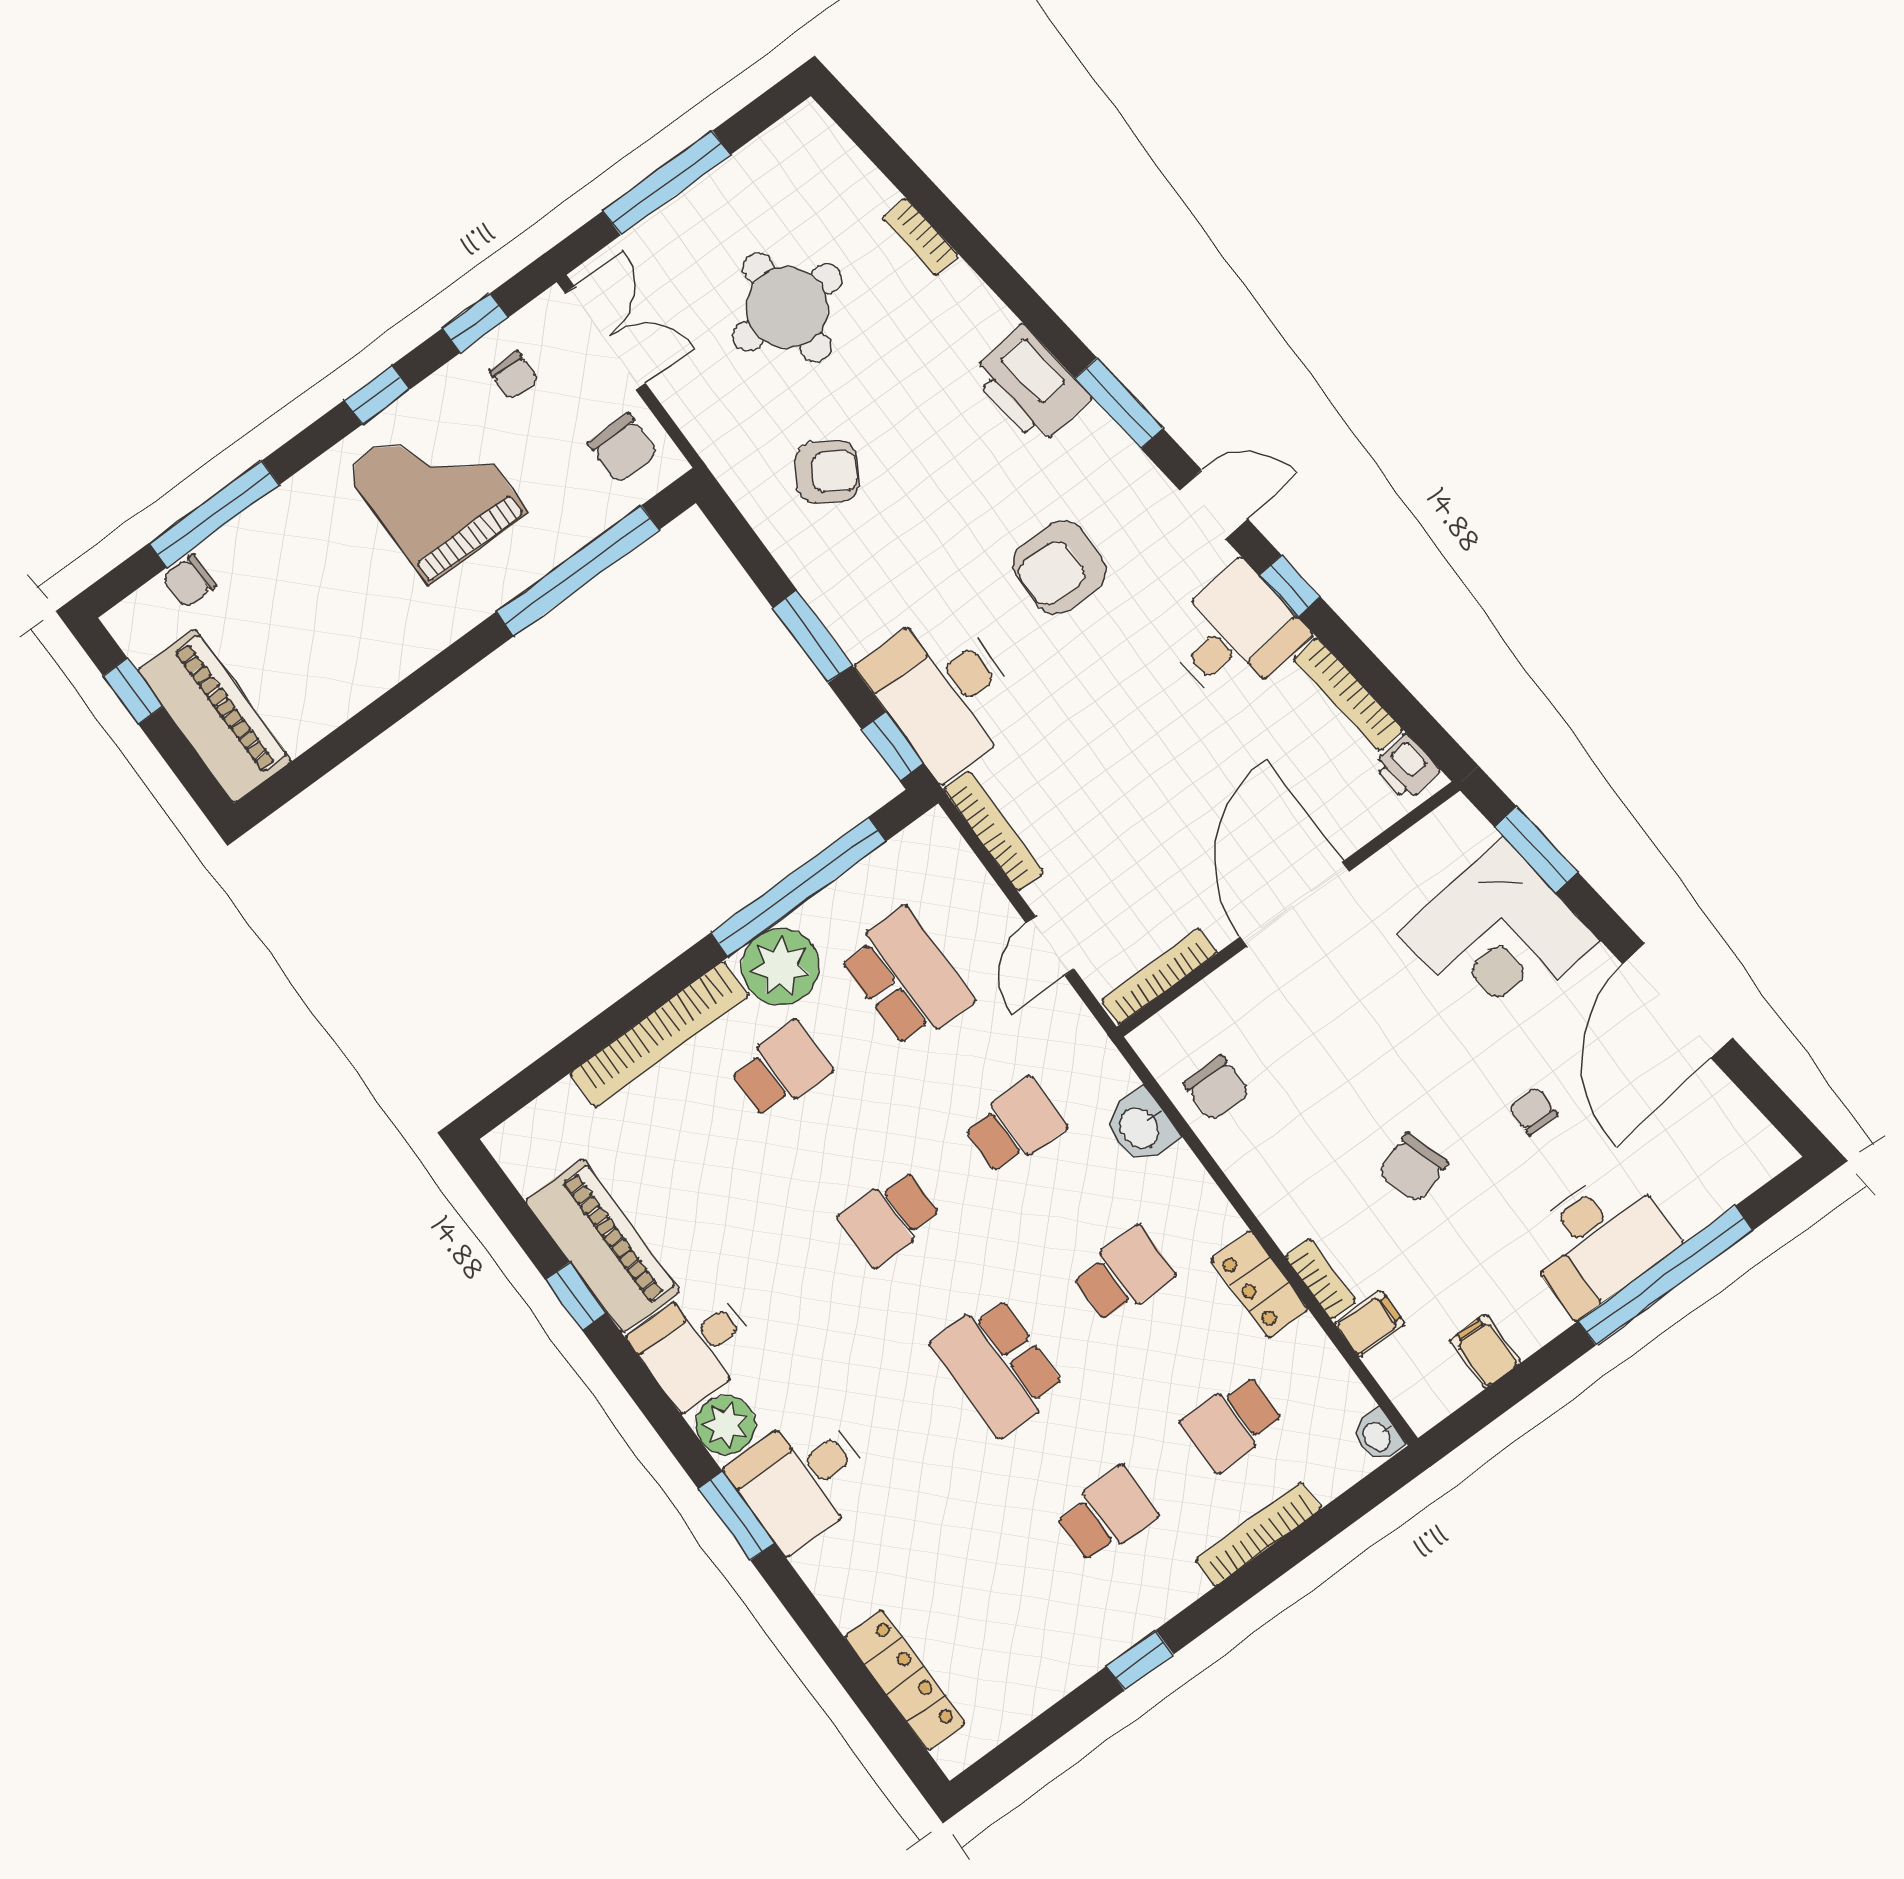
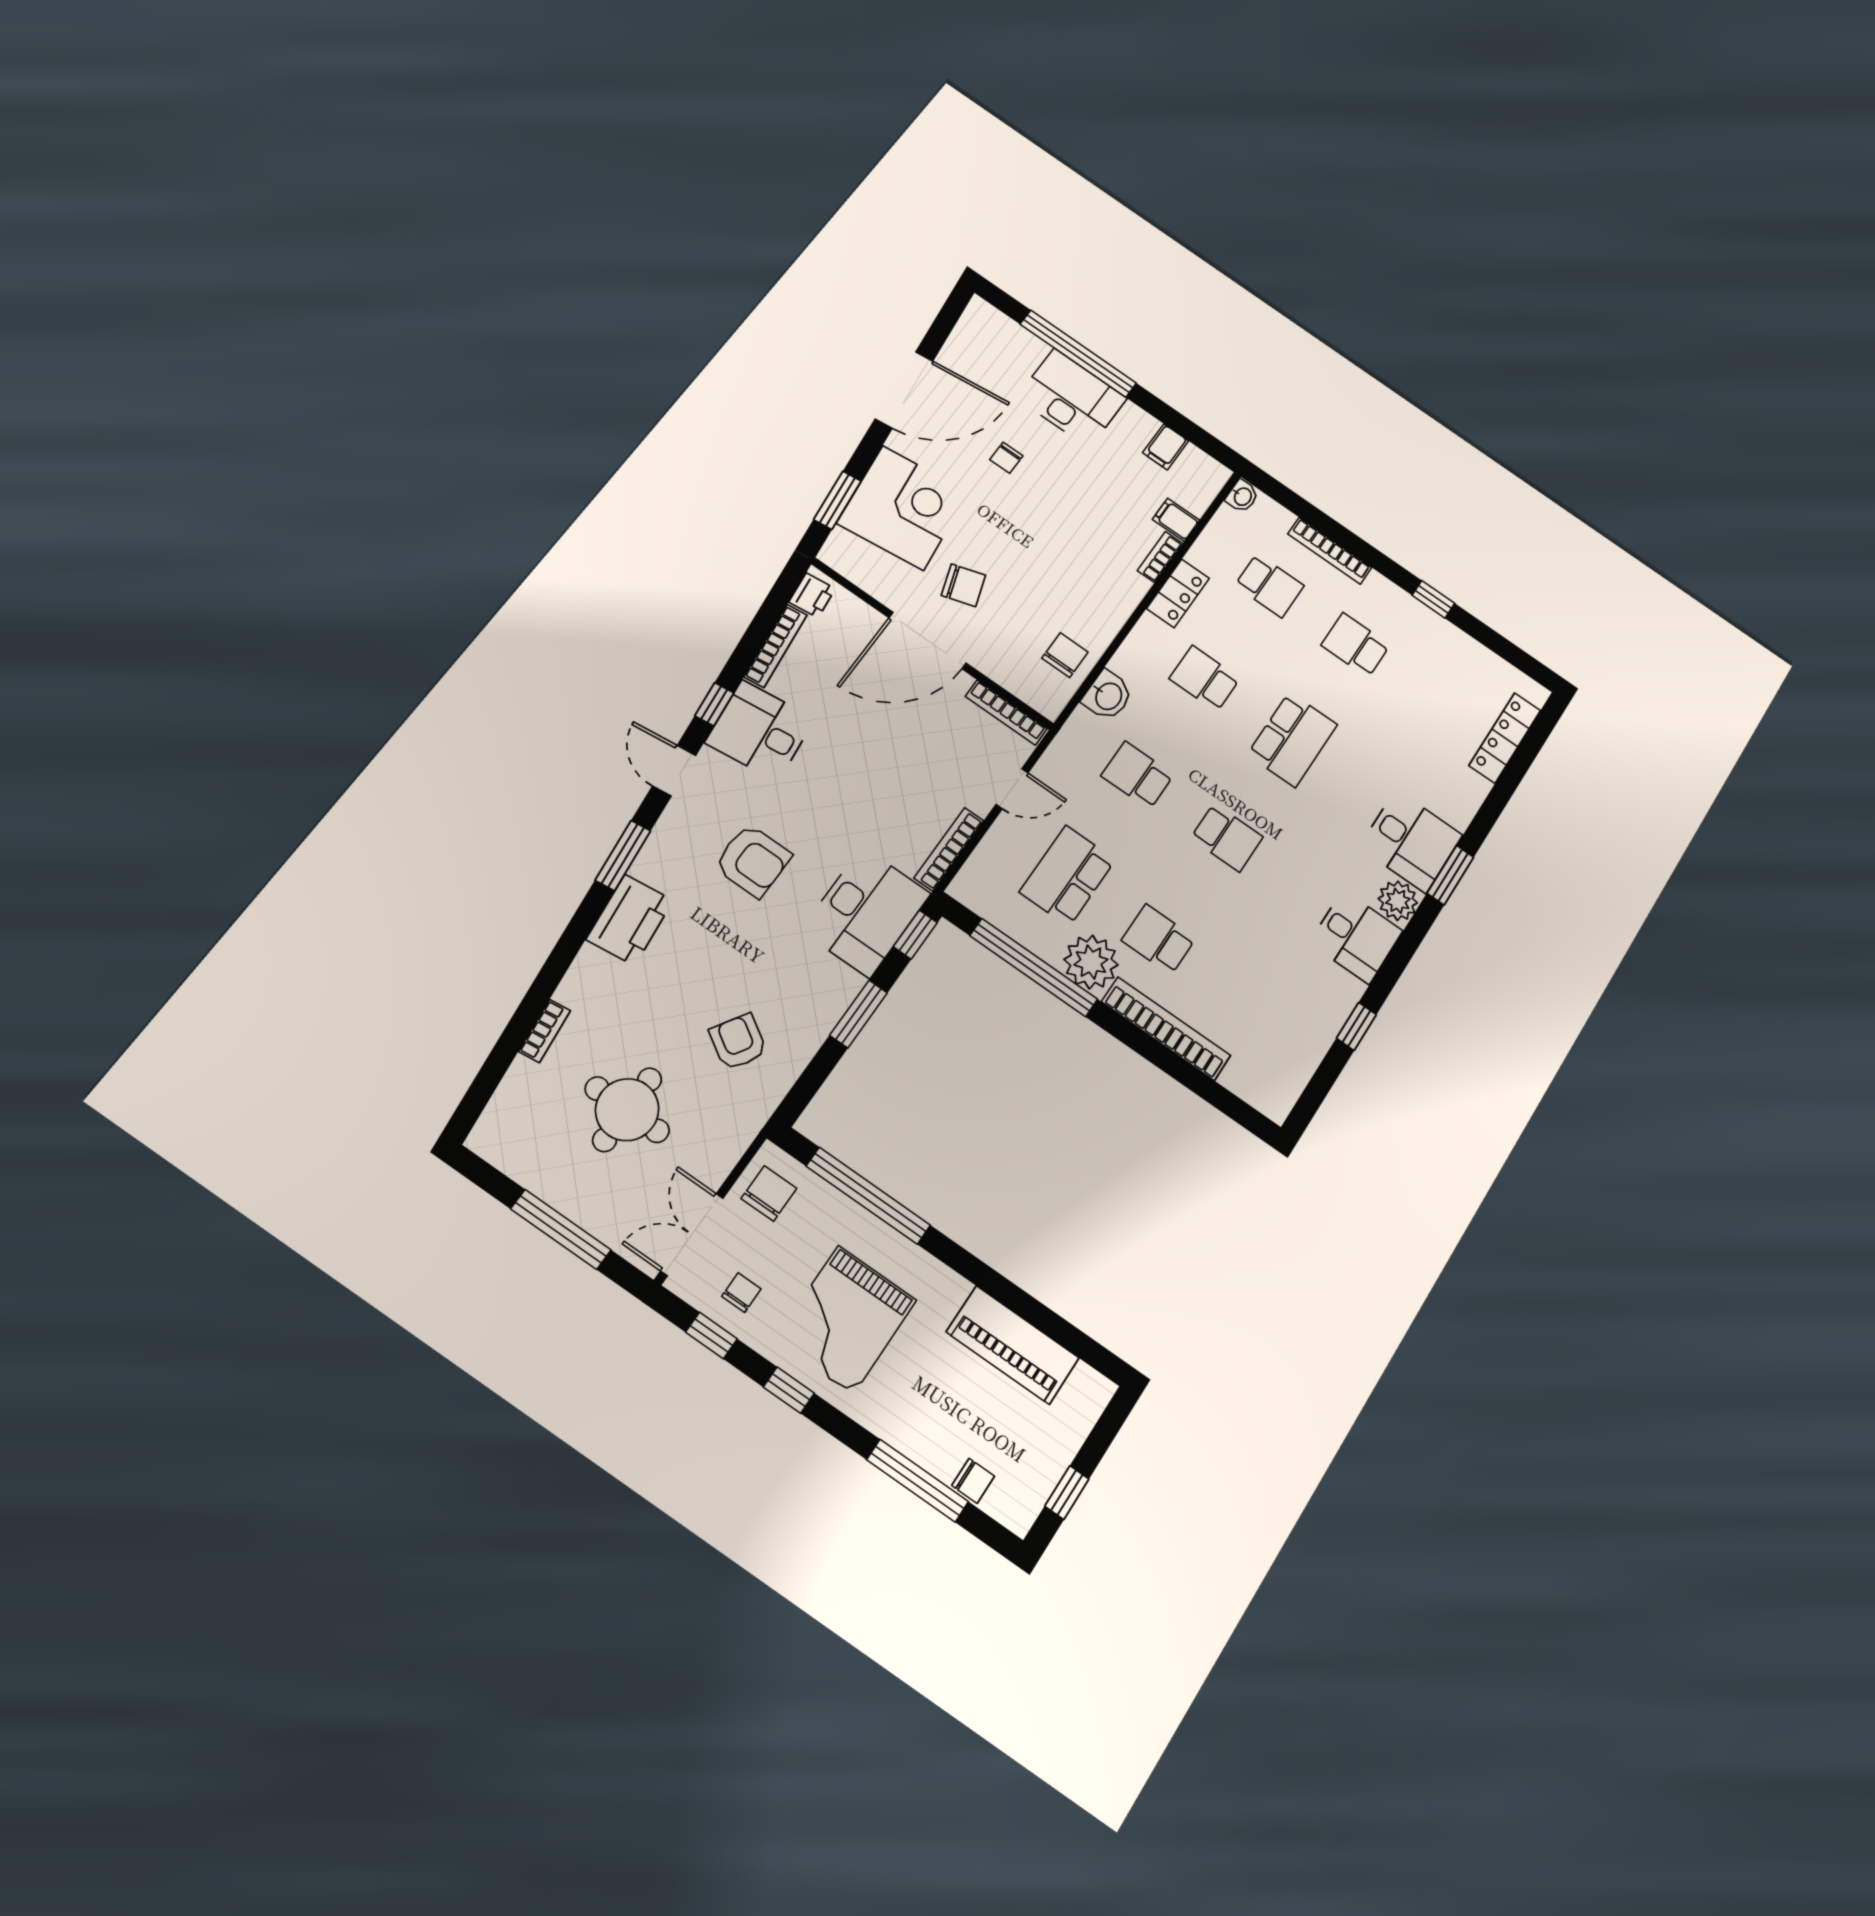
piano: (214, 716) -> (1013, 1345), moved, turned -90
chair: (1413, 1168) -> (963, 585), moved
piano: (602, 1246) -> (1318, 1020), removed

